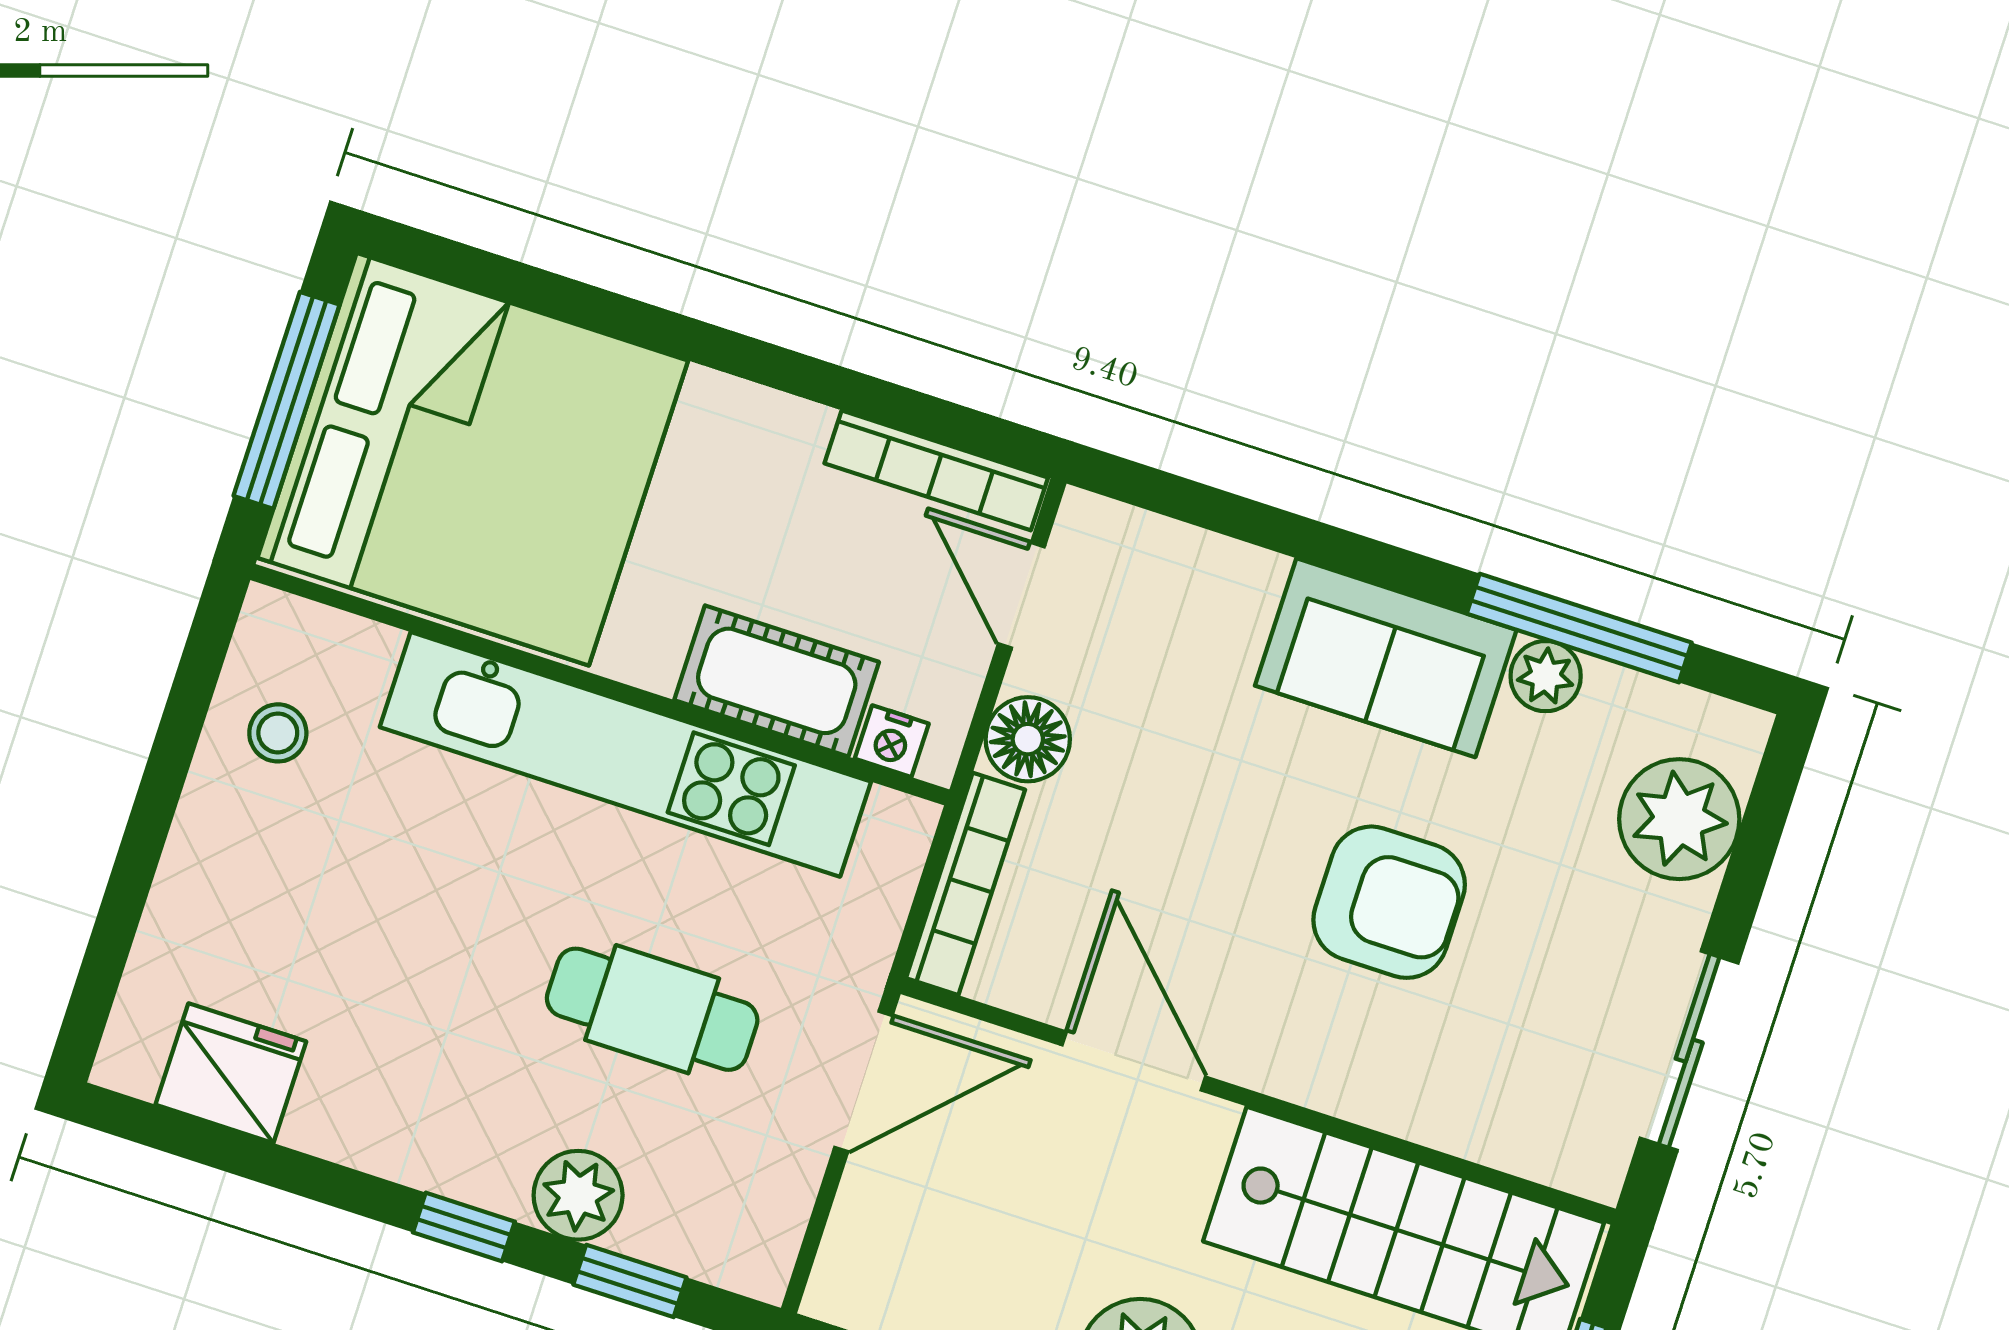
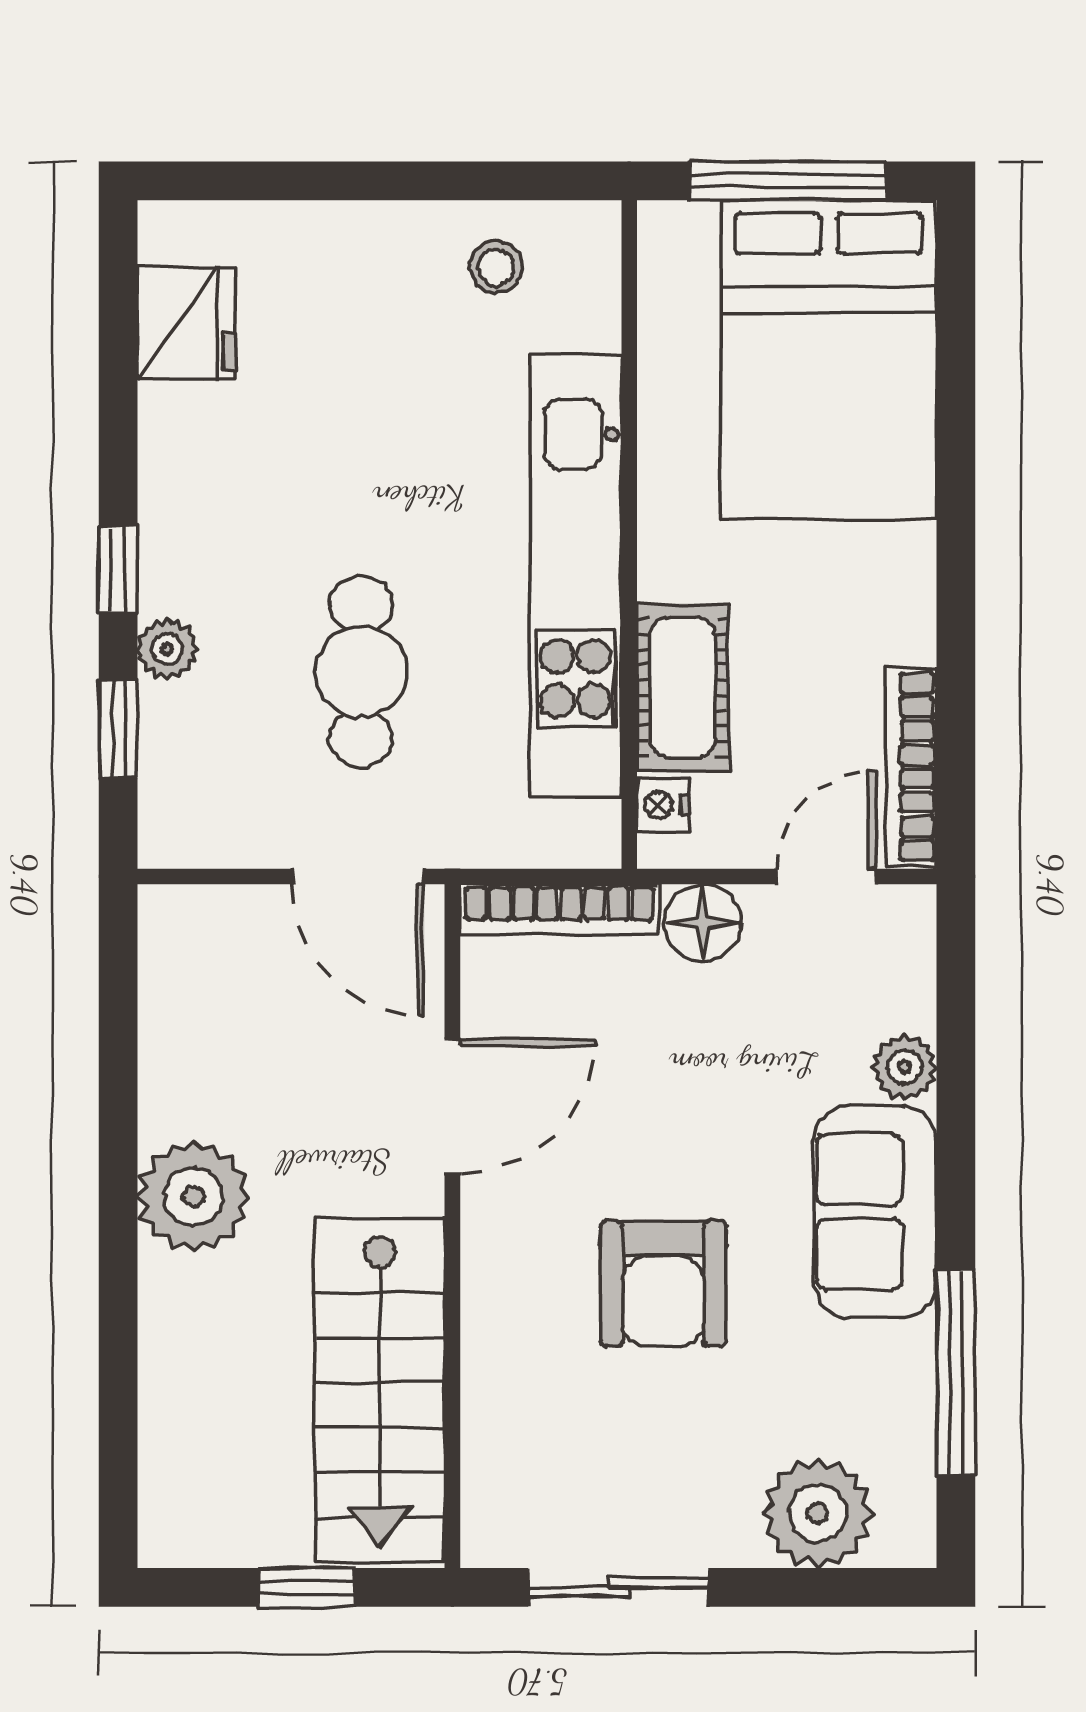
bed: (473, 459) -> (829, 360), width x0.73
plant: (1546, 676) -> (904, 1067), moved
plant: (578, 1195) -> (167, 649), width x0.73, depth x0.73

